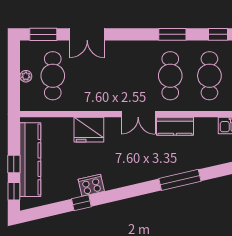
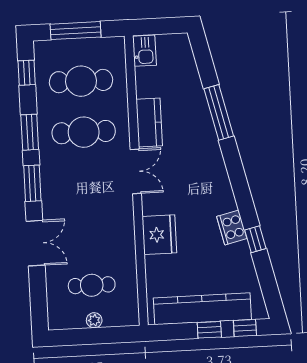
window: (43, 34) -> (32, 183), moved
cafe table: (53, 76) -> (92, 285), width x0.73, depth x0.74

